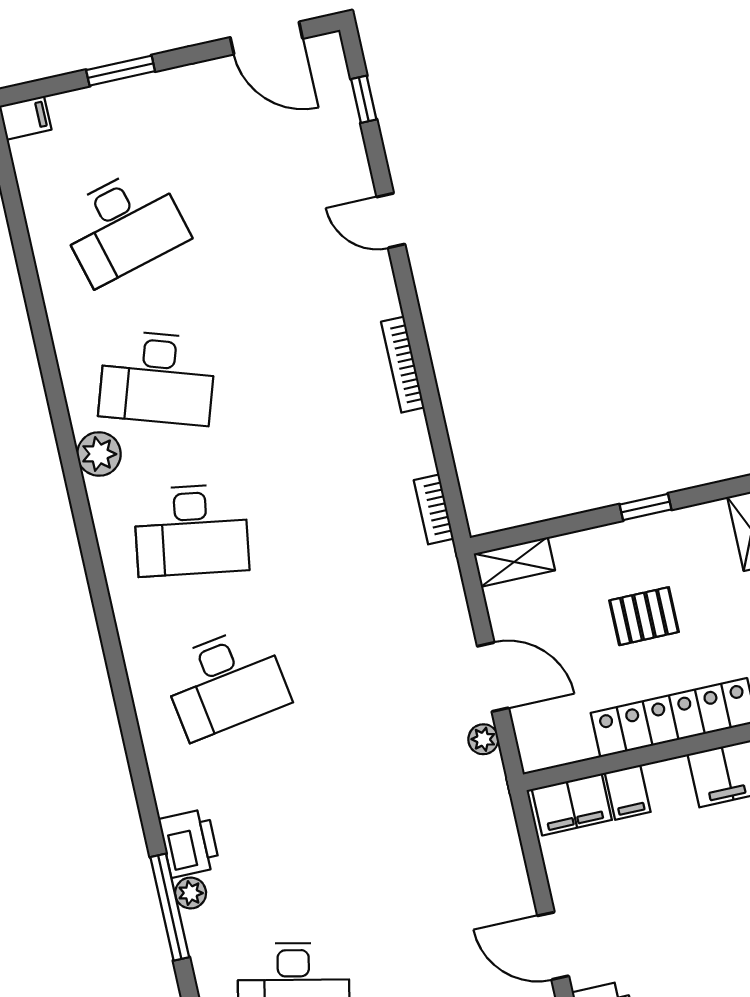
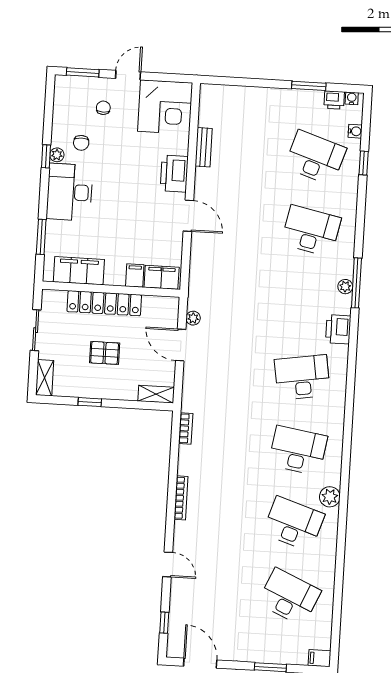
desk: (123, 225) -> (289, 597), turned 39
printer: (189, 843) -> (338, 329), moved

